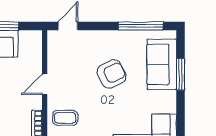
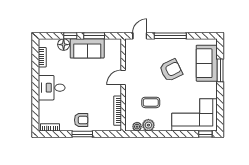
window: (141, 26) -> (170, 36), moved
coffee table: (65, 118) -> (151, 102), moved

